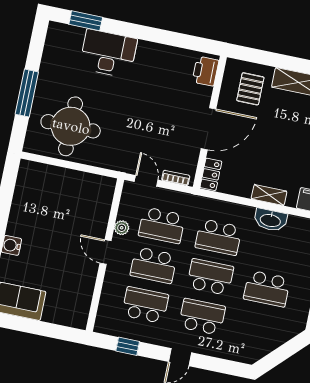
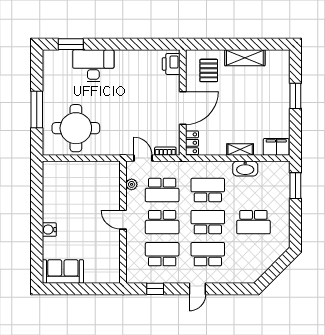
plant: (122, 228) -> (132, 184), moved
school desk: (218, 237) -> (208, 190), turned 180

